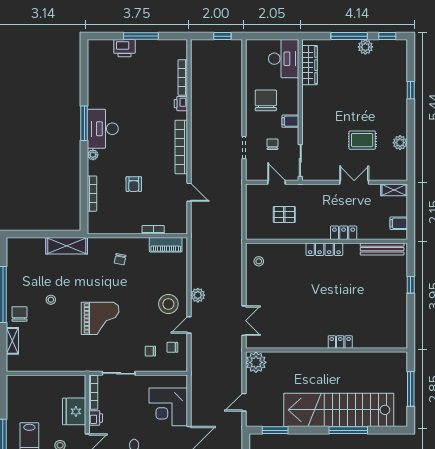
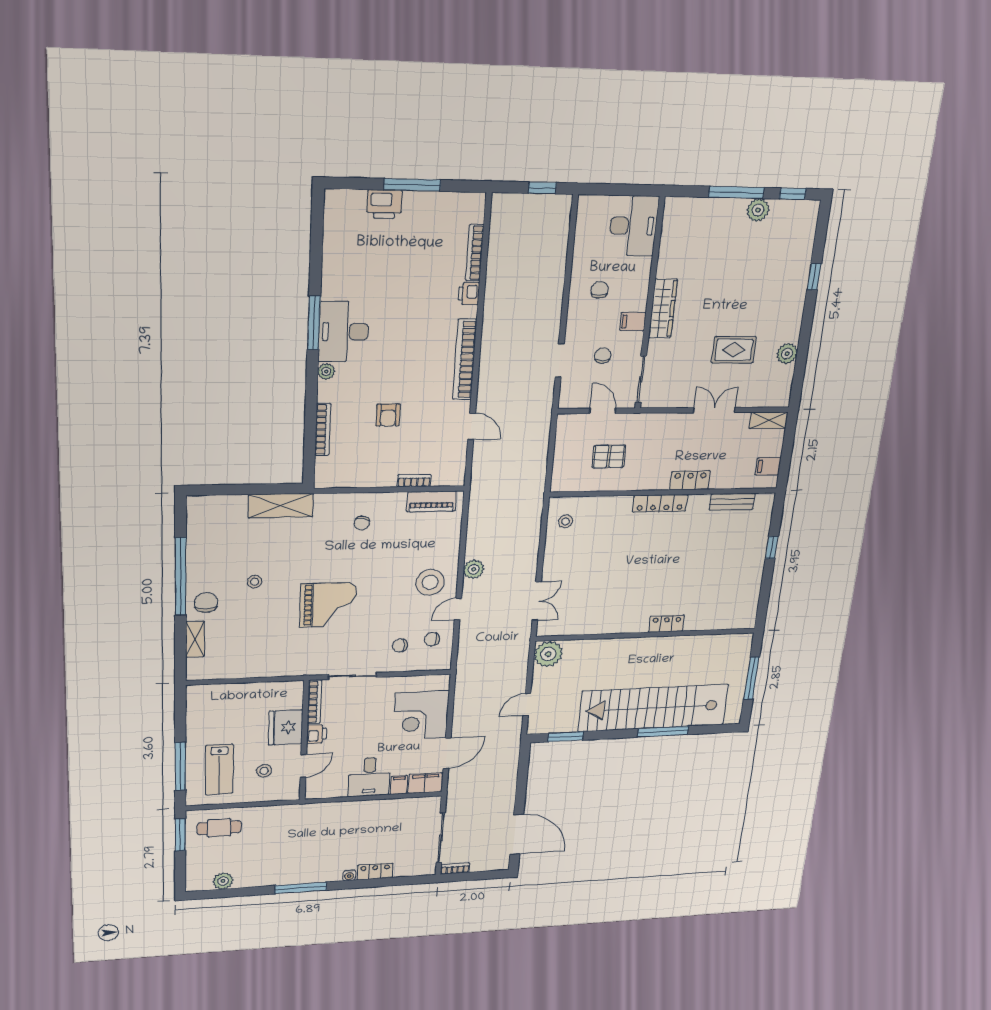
wardrobe: (310, 65) -> (663, 309), moved
chair: (266, 100) -> (600, 290), width x0.54, depth x0.54
bench: (382, 249) -> (732, 502), width x0.73

